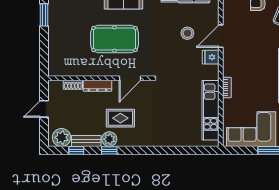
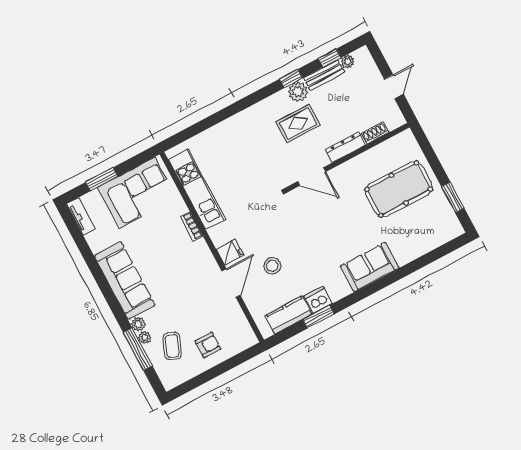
pool table: (115, 39) -> (399, 189), moved
door: (130, 78) -> (312, 177), swing flipped
plant: (62, 137) -> (348, 62), width x0.53, depth x0.53

